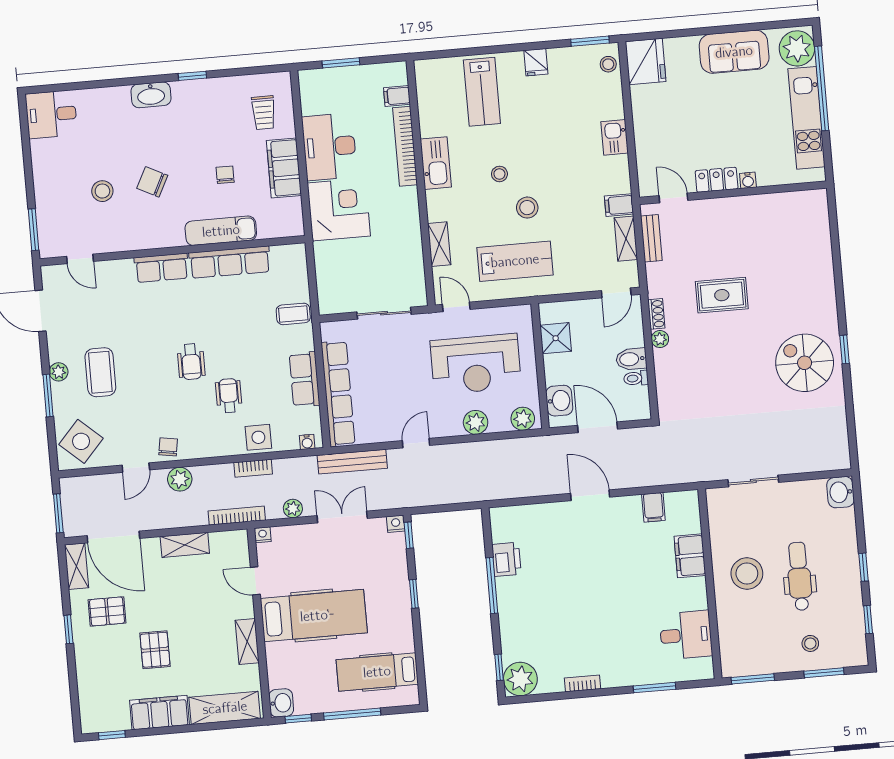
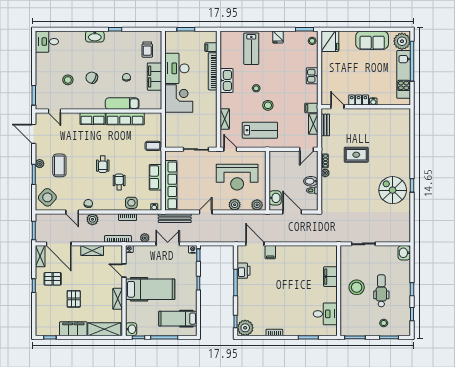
shower: (556, 338) -> (276, 168), removed
door: (136, 468) -> (72, 212), hinge flipped
door: (590, 495) -> (255, 244), moved
filing cabinet: (653, 507) -> (270, 252), moved

